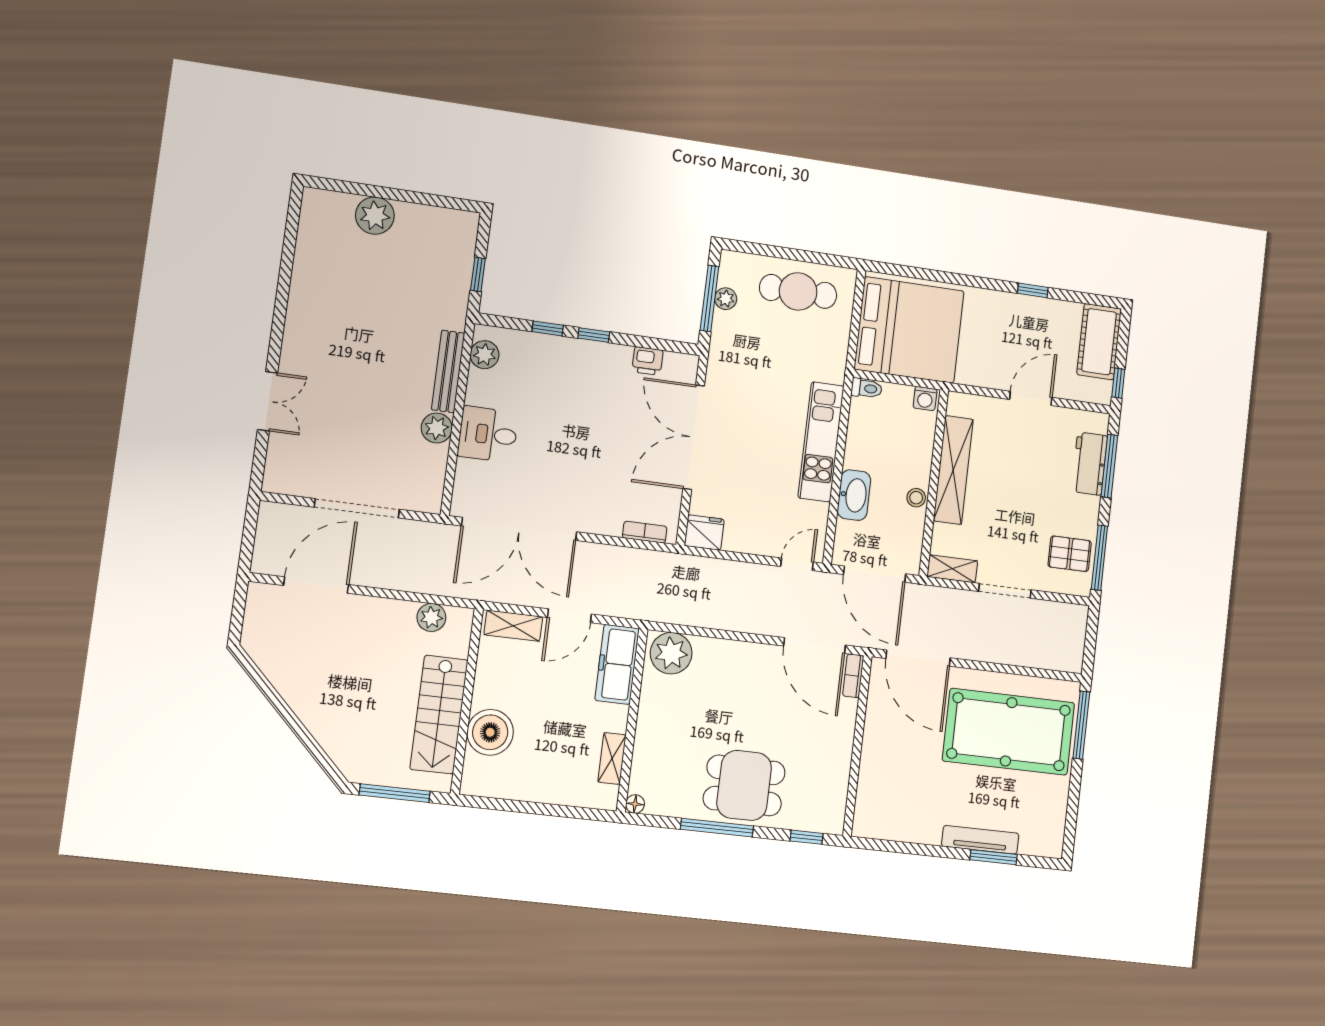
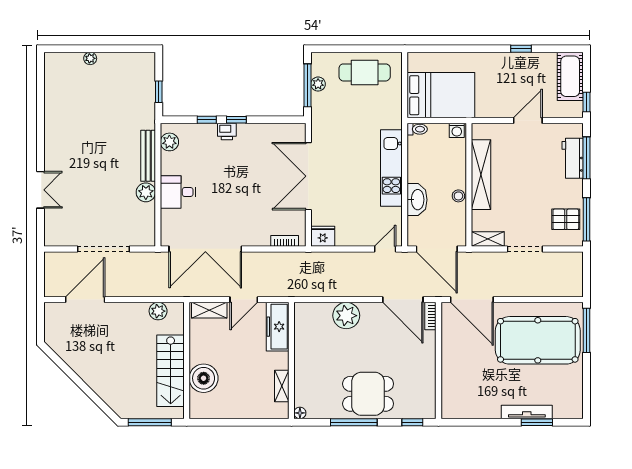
plant: (375, 216) -> (90, 58), width x0.53, depth x0.53
bed: (909, 330) -> (441, 95), width x0.73
printer: (647, 361) -> (227, 131), moved
plant: (671, 653) -> (346, 316), moved

